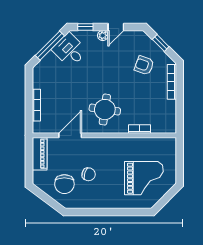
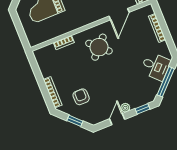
desk: (70, 50) -> (156, 66), moved
armchair: (144, 65) -> (81, 97), turned -110
round table: (105, 110) -> (99, 47), turned 35

